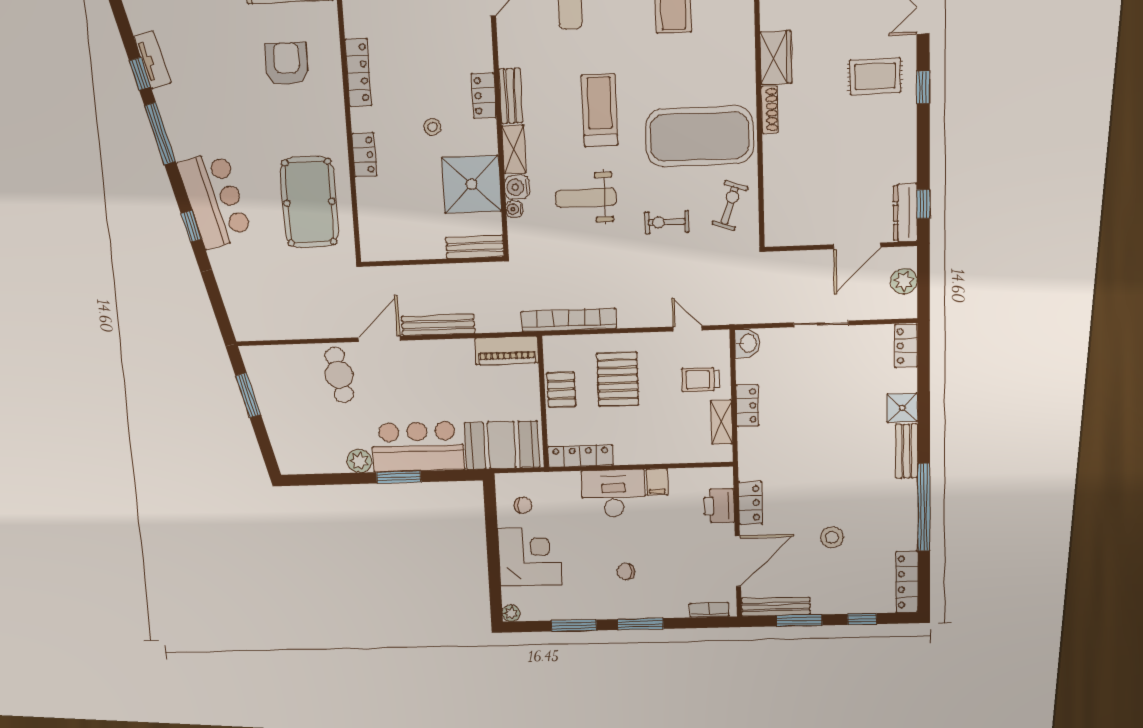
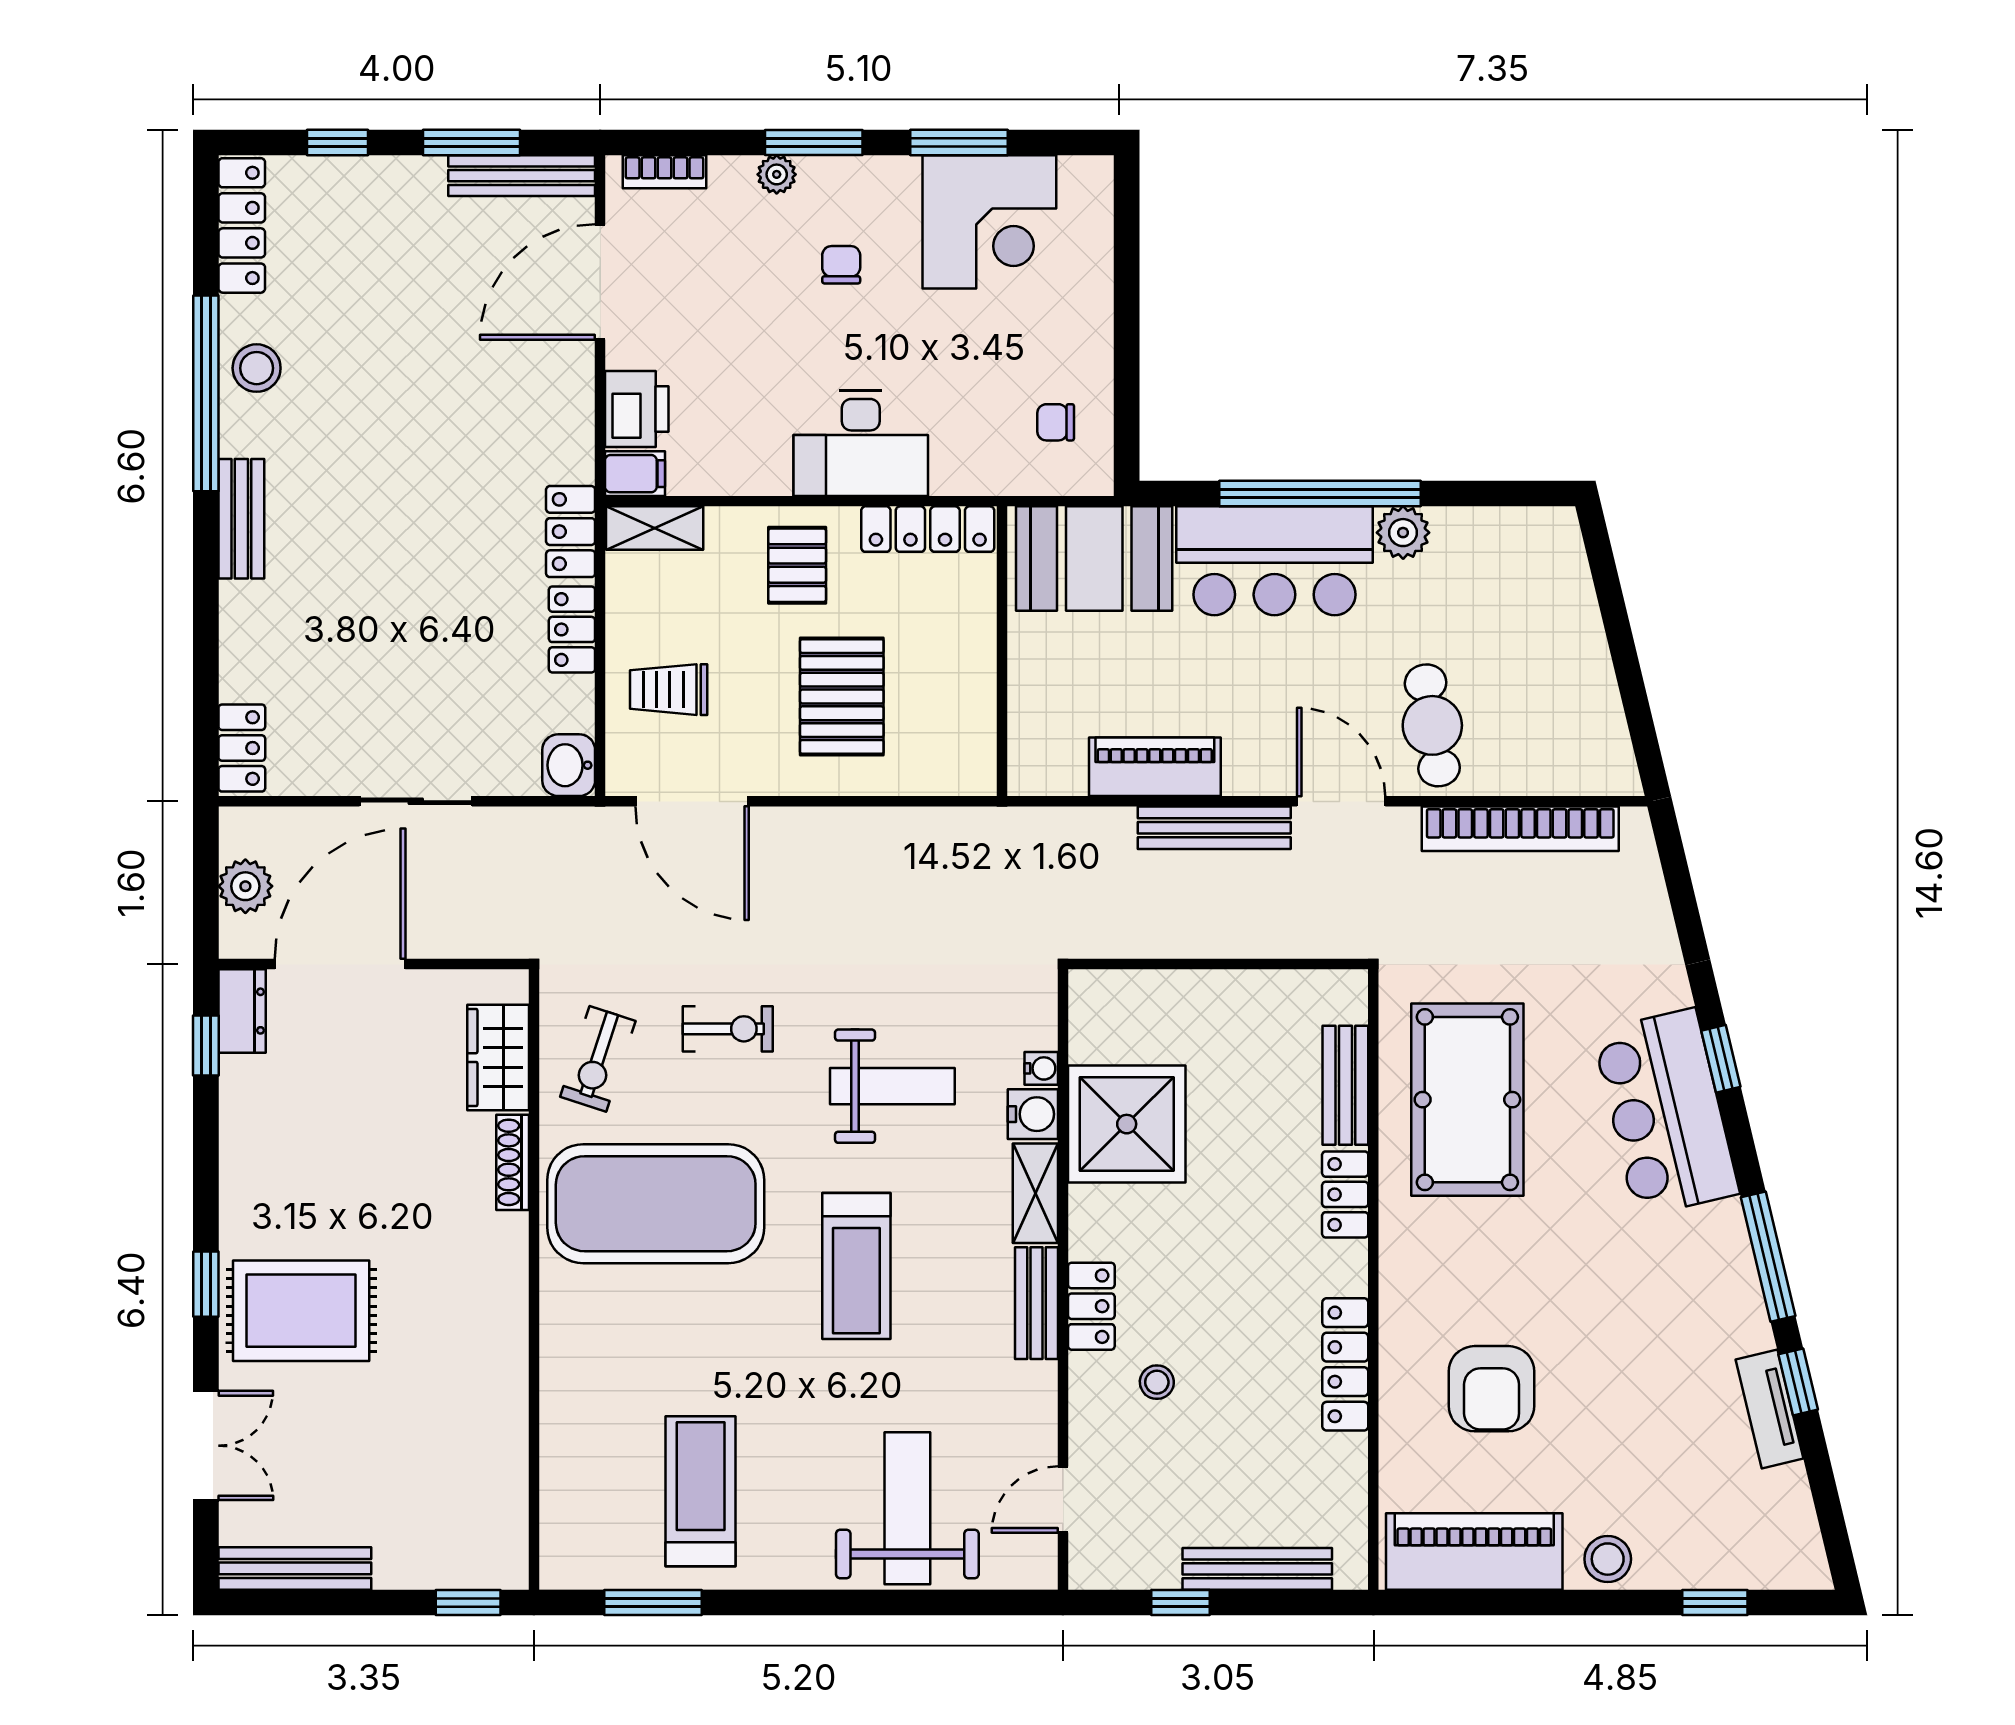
wardrobe: (776, 58) -> (498, 1058), moved
rug: (875, 76) -> (301, 1311), width x1.36, depth x1.43
shoe rack: (770, 110) -> (513, 1162), moved
stool: (432, 127) -> (1157, 1382), moved
dresser: (905, 213) -> (242, 1011), width x0.70
door: (857, 246) -> (340, 964), width x1.36
bench: (475, 247) -> (1345, 1085), moved, turned 90
bookcase: (569, 320) -> (1520, 829), moved
door: (688, 328) -> (692, 801), width x1.88
door: (379, 339) -> (1341, 801), swing flipped
piano: (507, 351) -> (1155, 767), moved
trolley: (700, 380) -> (669, 690), turned 180
pallet: (561, 390) -> (797, 565), moved
window: (248, 395) -> (1632, 687), removed
shower: (902, 408) -> (250, 614), removed
shelving: (722, 422) -> (655, 528), moved, turned 90
window: (399, 477) -> (1320, 494), width x2.11
filing cabinet: (657, 482) -> (635, 474), moved, turned 90
locker: (750, 503) -> (571, 532), moved
stool: (832, 537) -> (257, 368), moved
corner desk: (530, 557) -> (989, 222), moved, turned -90
chair: (626, 571) -> (841, 265), turned -90
plant: (511, 613) -> (777, 174), moved

